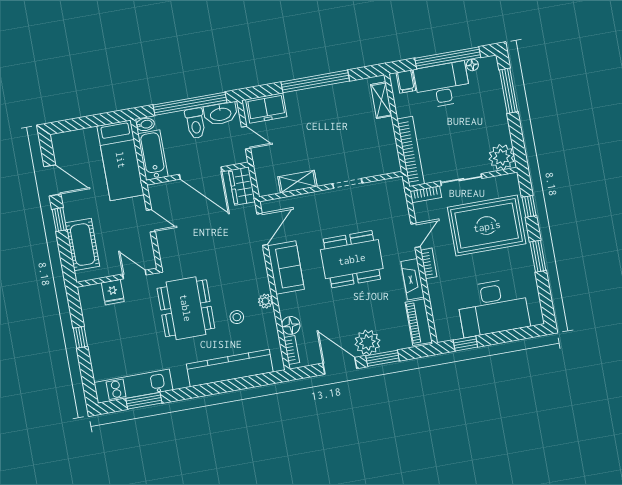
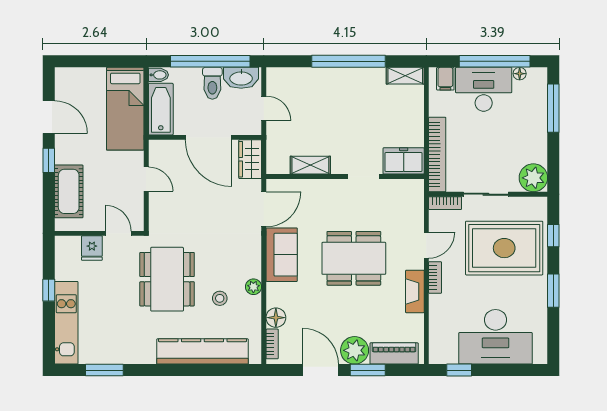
shelving: (381, 100) -> (405, 76), moved, turned 90
freezer: (266, 108) -> (404, 161), moved, turned 180
piano: (419, 322) -> (394, 353), moved, turned 90
kitchen unit: (133, 386) -> (66, 323), moved, turned 90

